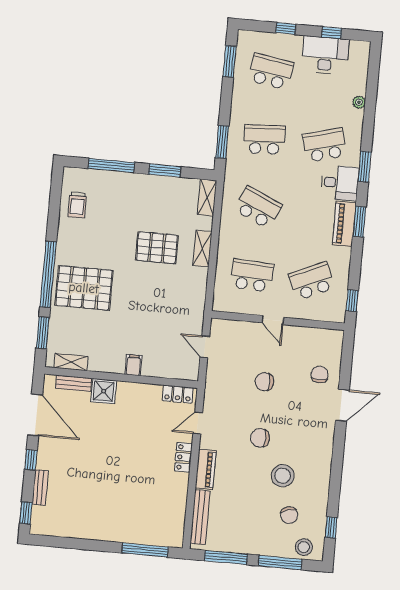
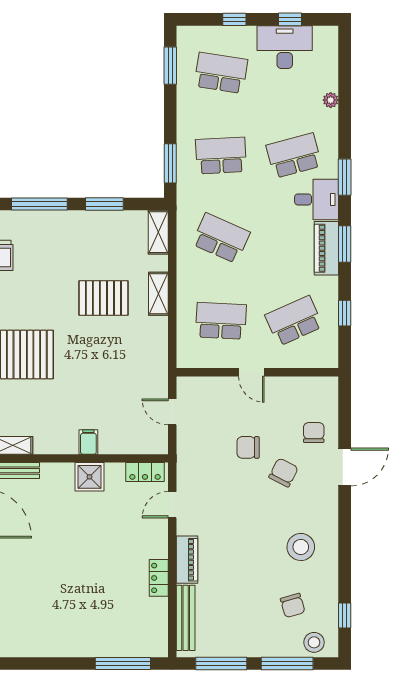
window: (352, 301) -> (345, 313), moved
shower: (104, 391) -> (90, 477), moved
chair: (260, 438) -> (284, 472), moved, turned 117
locker: (183, 457) -> (159, 578), moved
stool: (283, 476) -> (301, 547), moved

